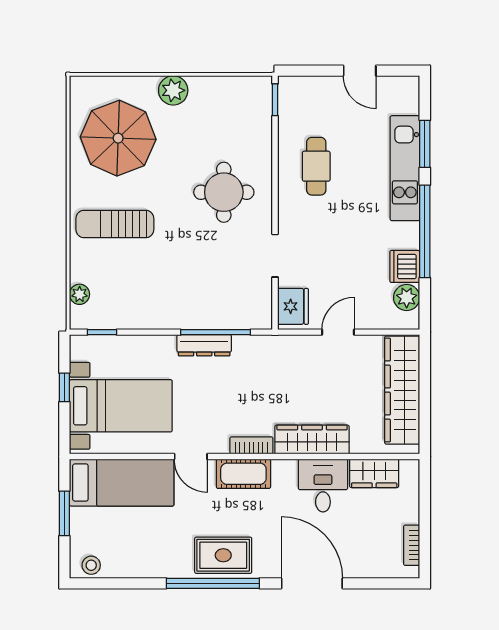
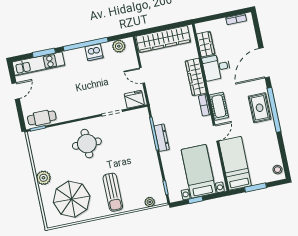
cafe table: (316, 166) -> (42, 118), moved
kitchen unit: (405, 168) -> (38, 64), moved
dishwasher: (405, 266) -> (94, 52), moved

